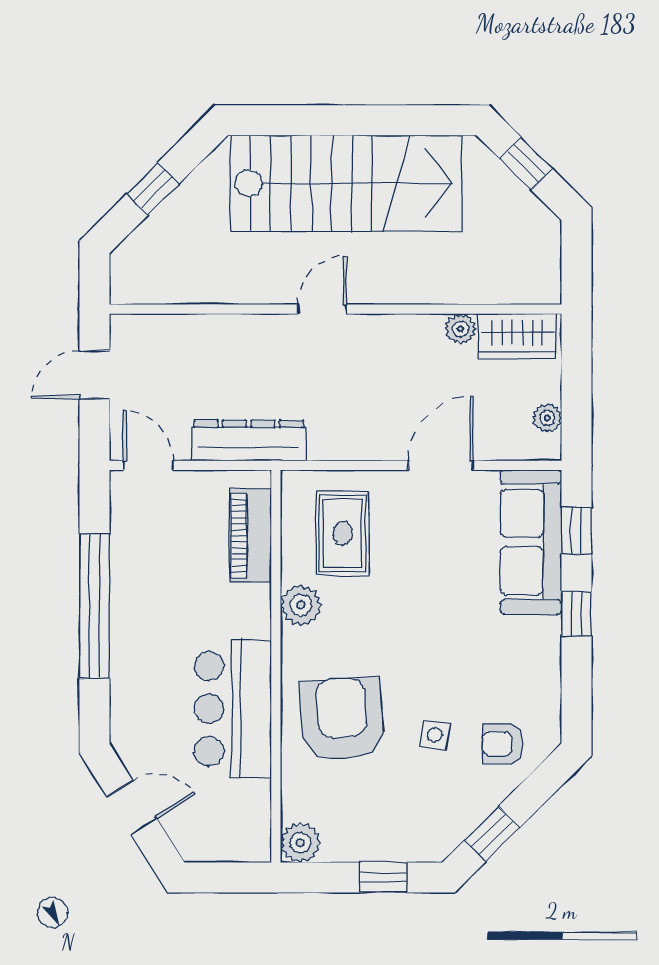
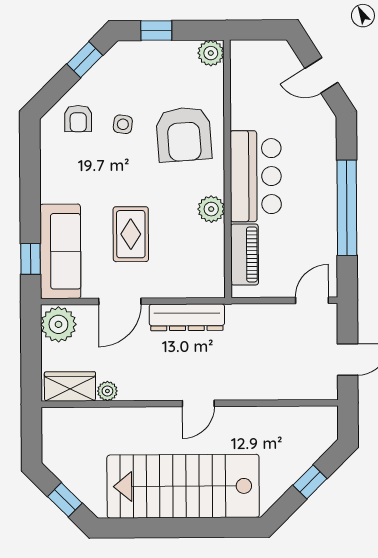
plant: (547, 418) -> (58, 324), width x1.88, depth x1.88
dresser: (249, 441) -> (187, 317), moved
door: (148, 465) -> (312, 300), swing flipped
rug: (343, 533) -> (131, 234), moved
window: (576, 614) -> (30, 204), removed
bar counter: (233, 709) -> (256, 176), moved
armchair: (503, 744) -> (78, 119), turned 90

